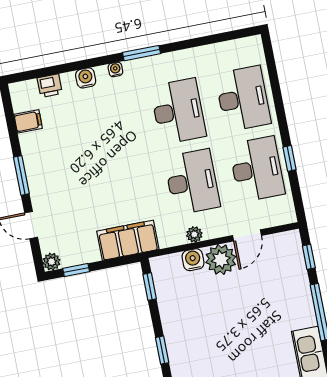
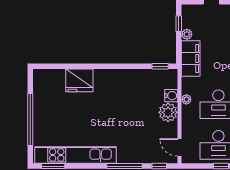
door: (247, 235) -> (179, 147), moved
plant: (52, 262) -> (187, 34), moved
window: (162, 350) -> (120, 66), removed

